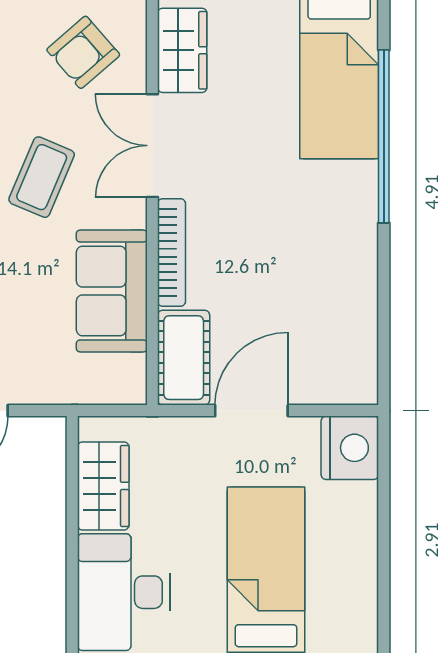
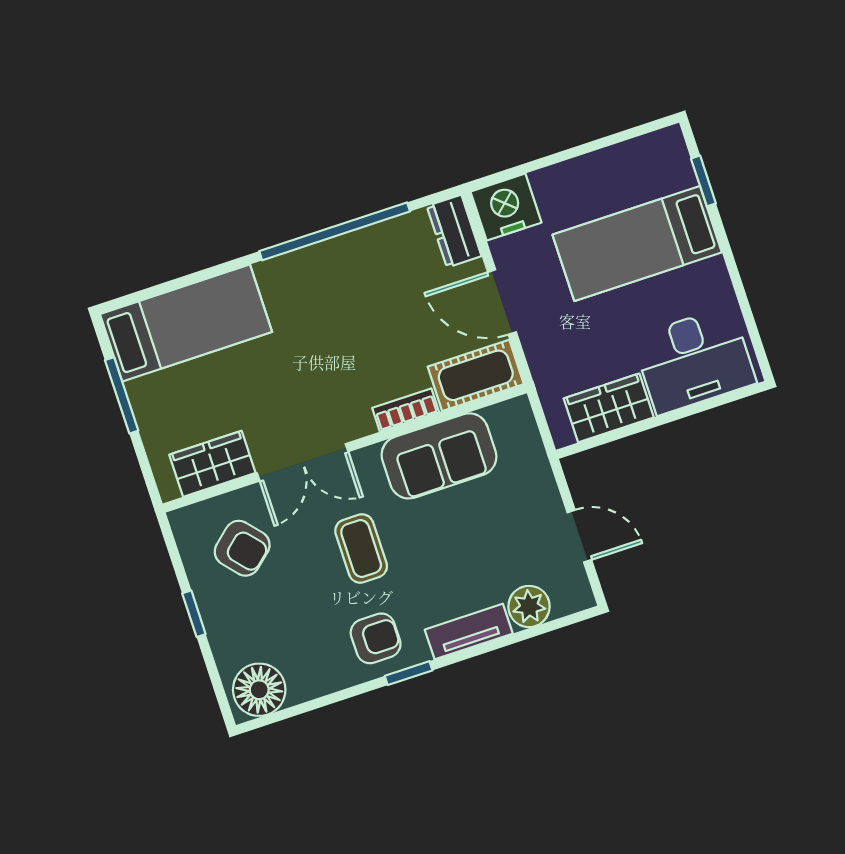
window: (384, 136) -> (335, 231), moved
coffee table: (42, 177) -> (361, 548), turned 67
bookcase: (172, 253) -> (406, 410), width x0.64
dresser: (343, 385) -> (454, 231), added

